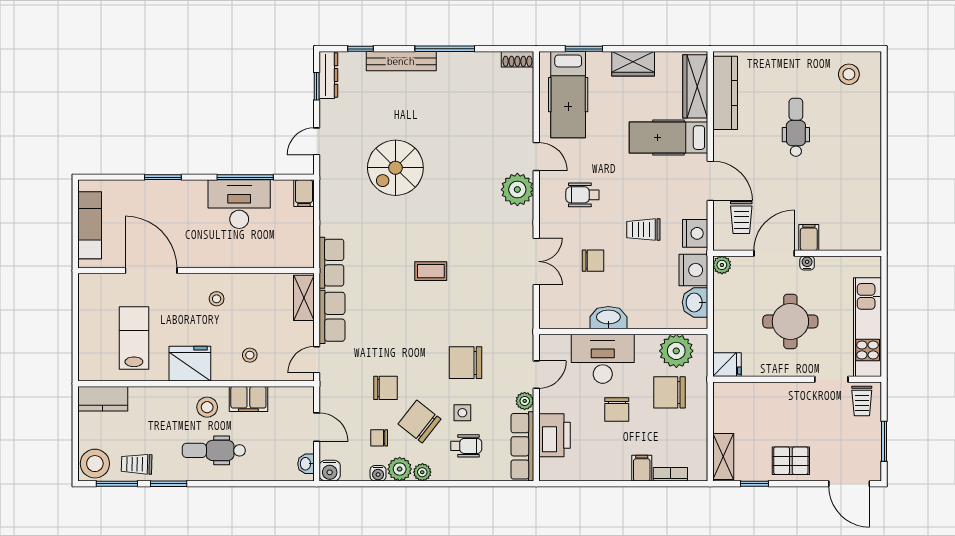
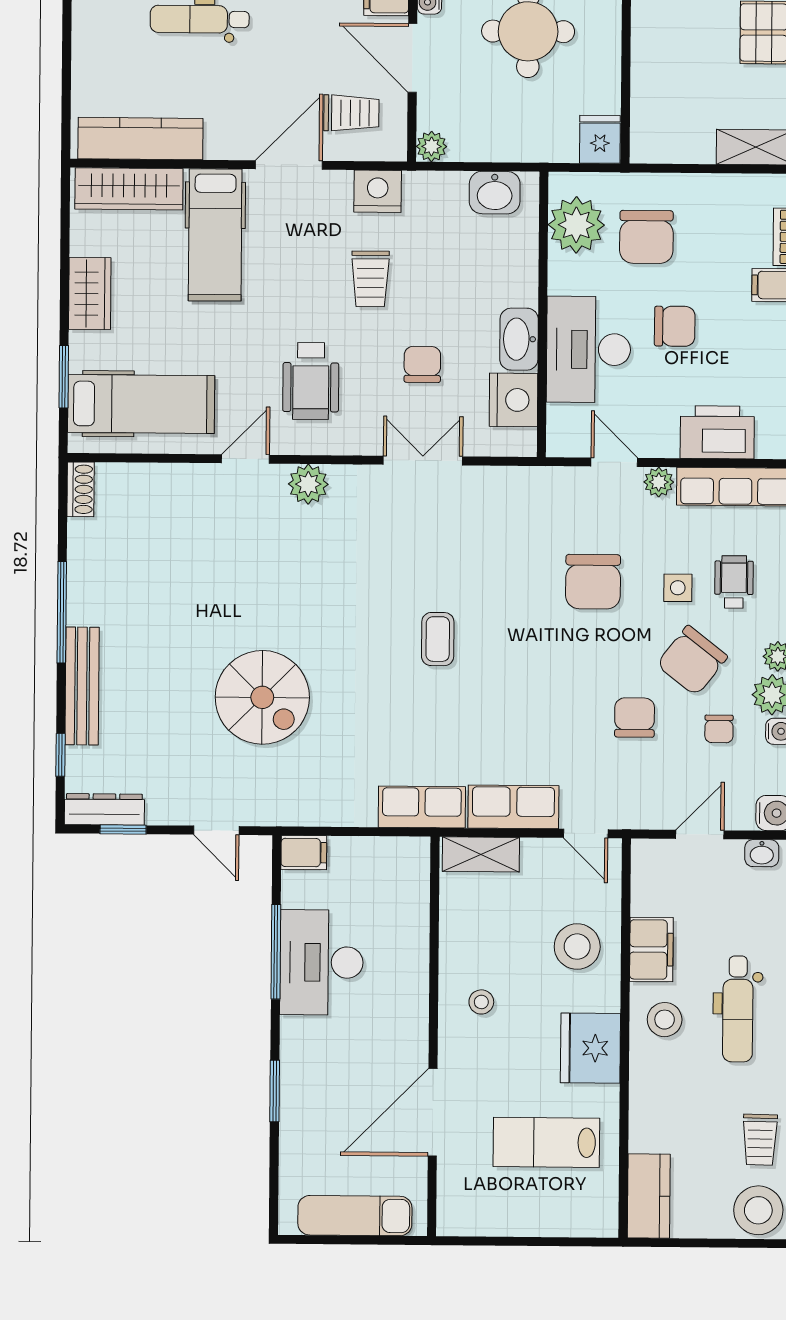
plant: (517, 190) -> (308, 484), width x0.73, depth x0.73
wheelchair: (583, 195) -> (311, 381), width x1.36, depth x1.37
nightstand: (693, 270) -> (514, 400), moved, turned 90
stool: (250, 355) -> (577, 947), width x1.89, depth x1.89

